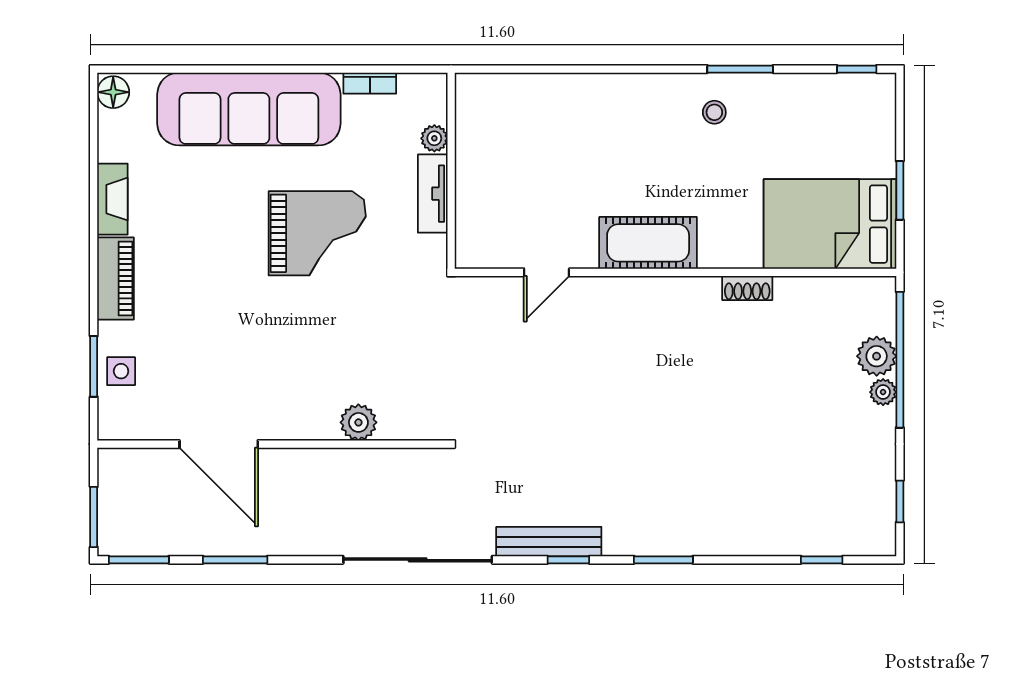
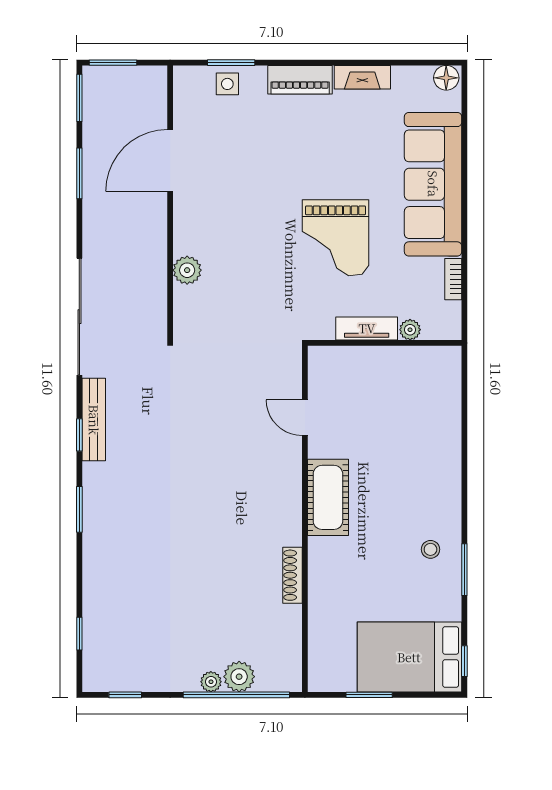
bed: (830, 224) -> (409, 657), moved, turned -90
shoe rack: (747, 288) -> (293, 575), width x1.43

